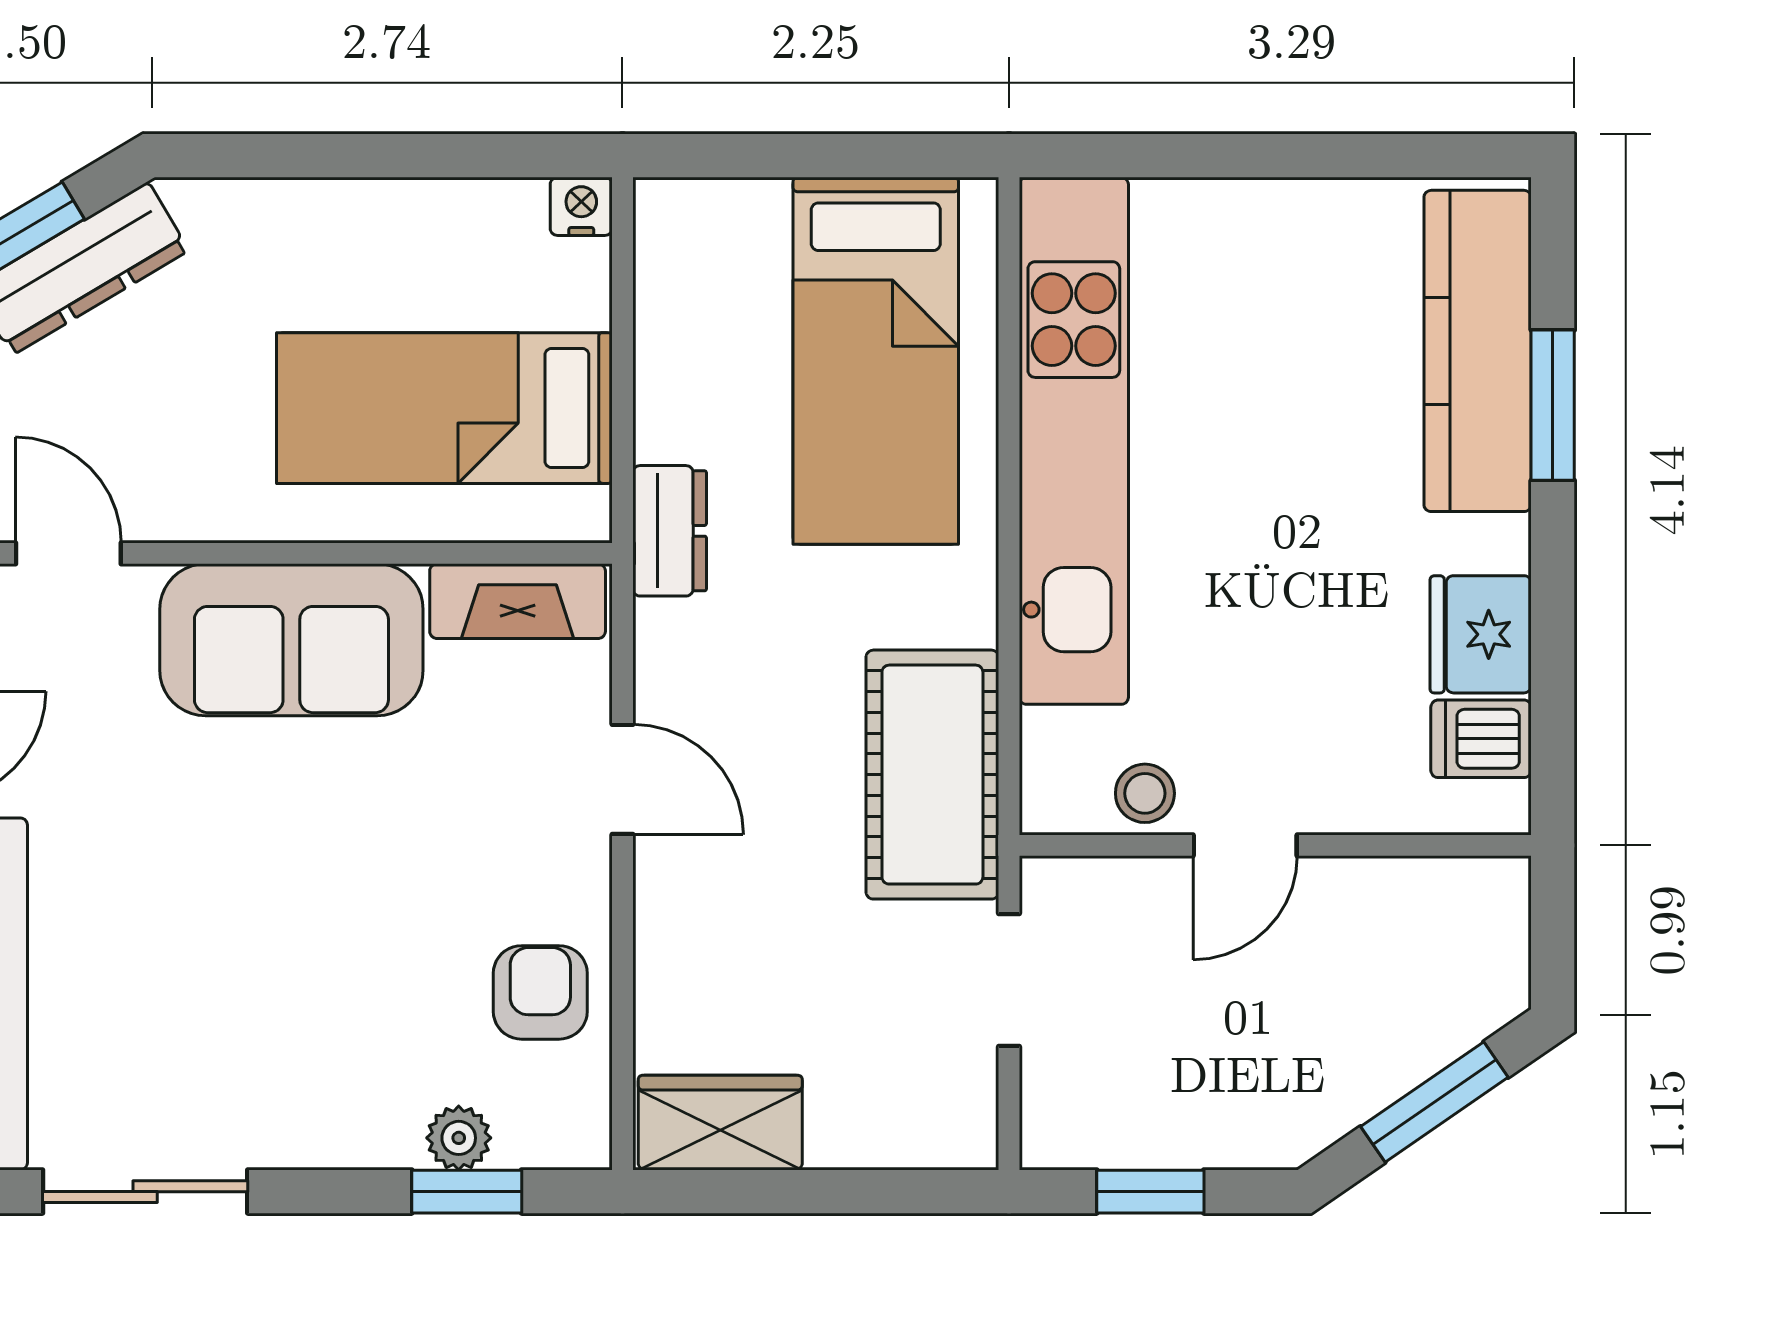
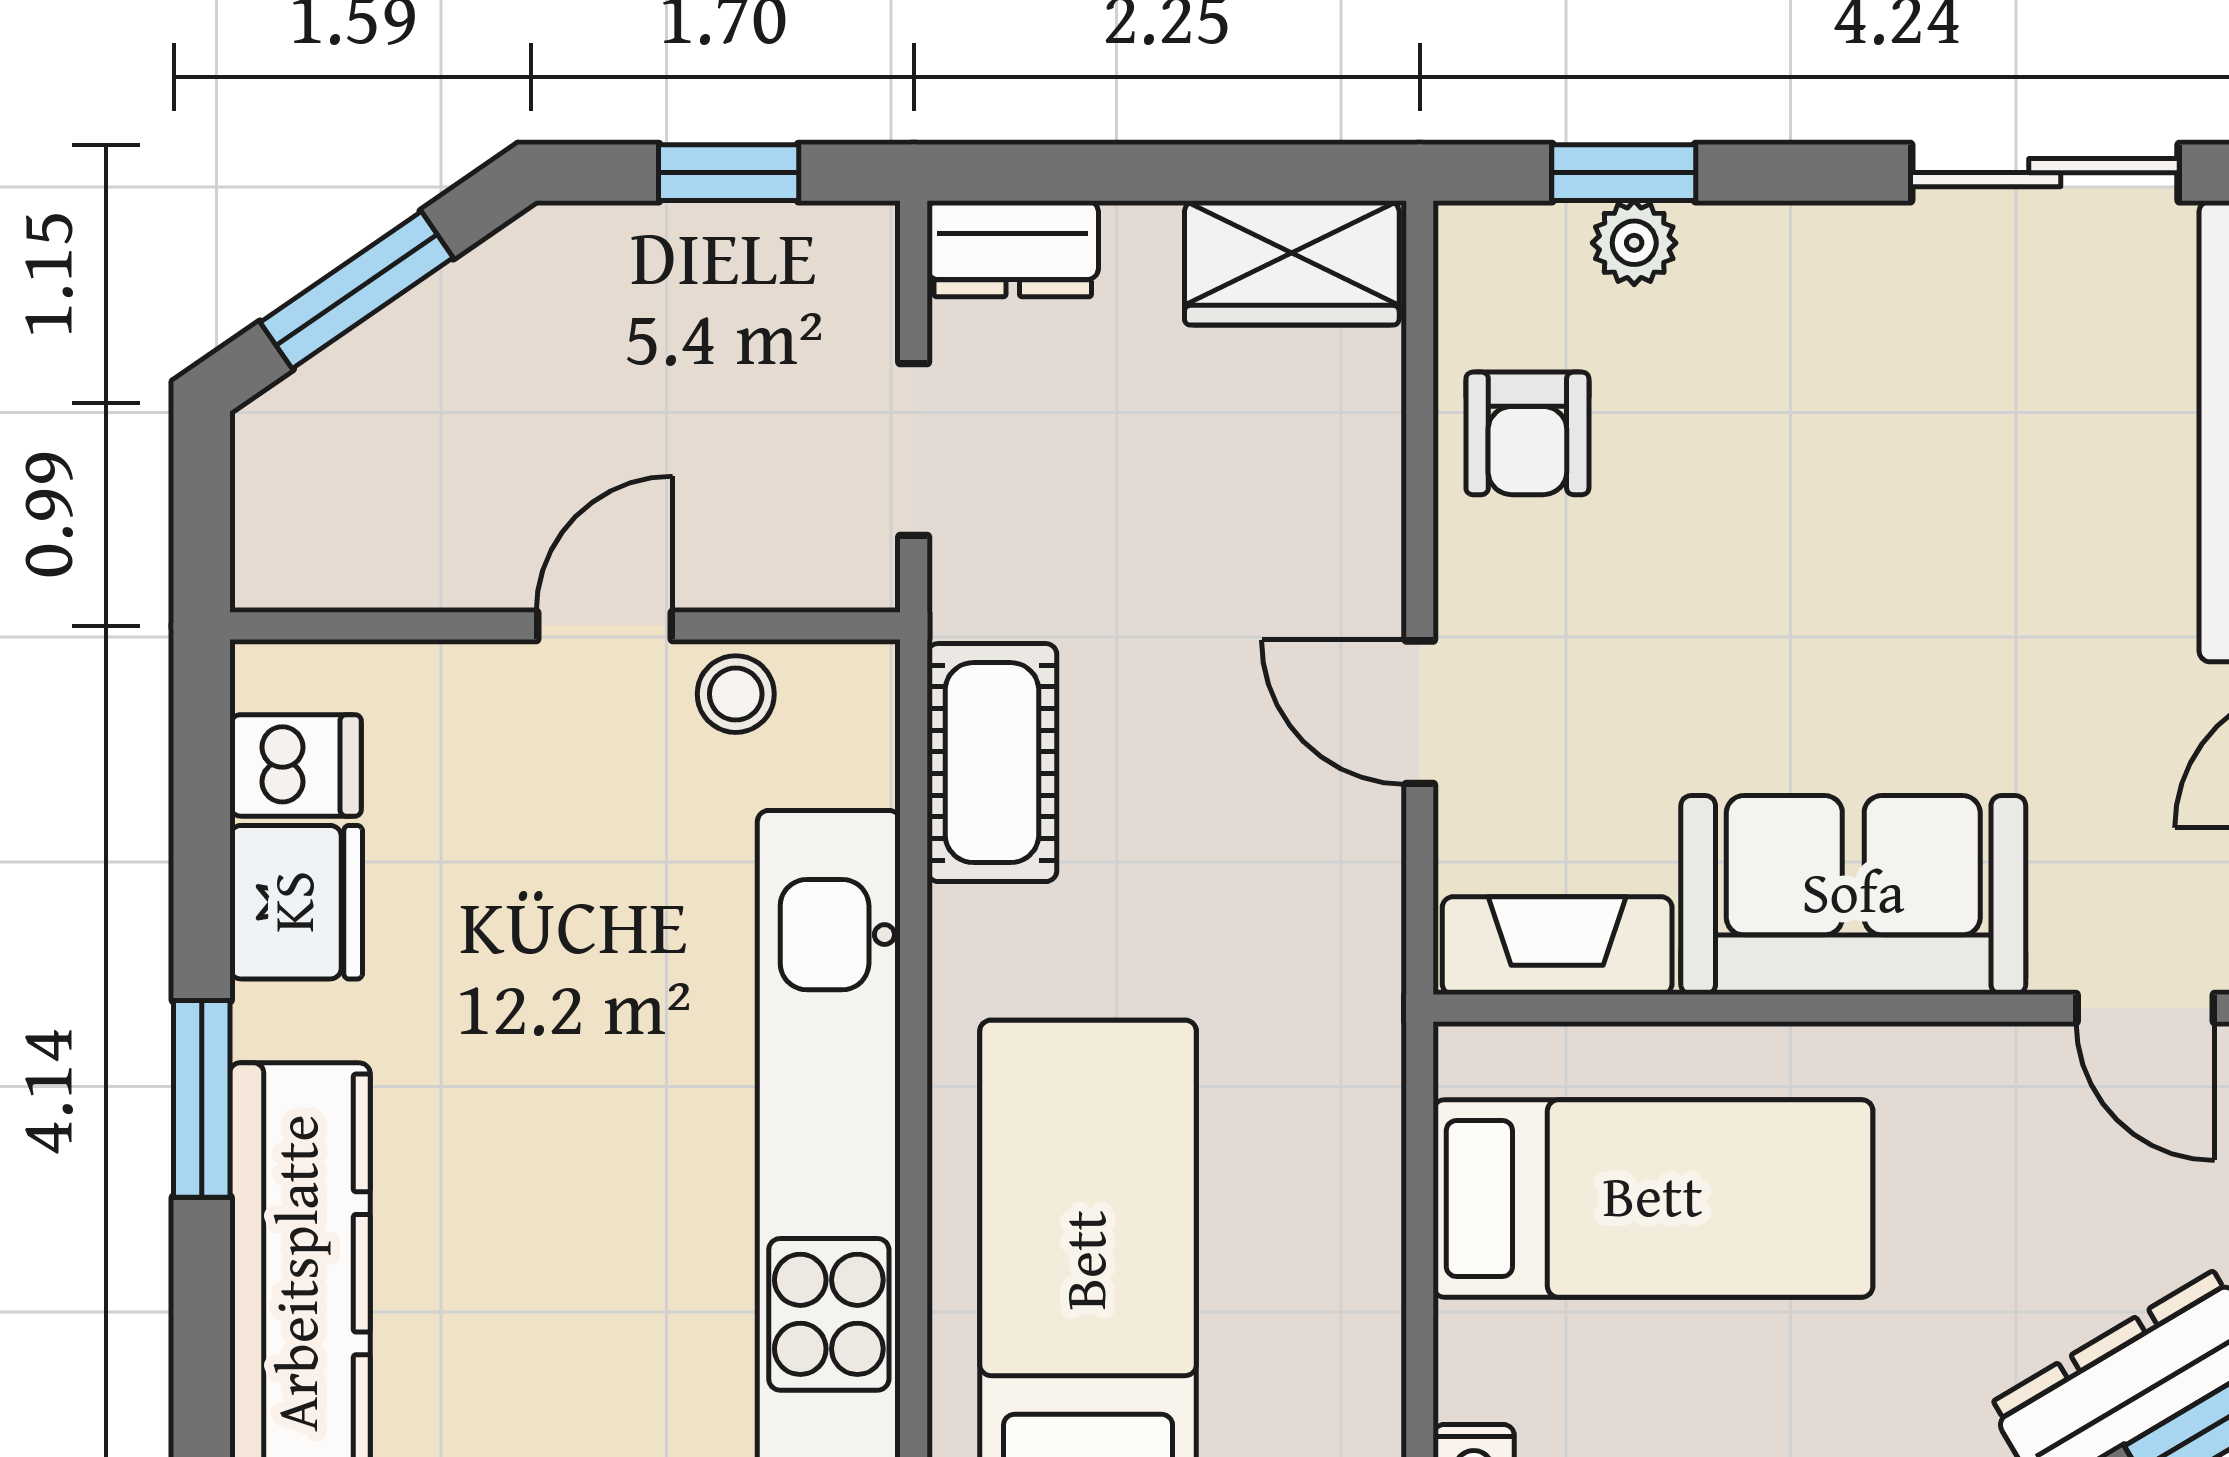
window: (1553, 405) -> (202, 1099), moved
dresser: (670, 531) -> (1013, 249), moved, turned -90
cot: (932, 775) -> (992, 763), width x0.73, depth x0.75

